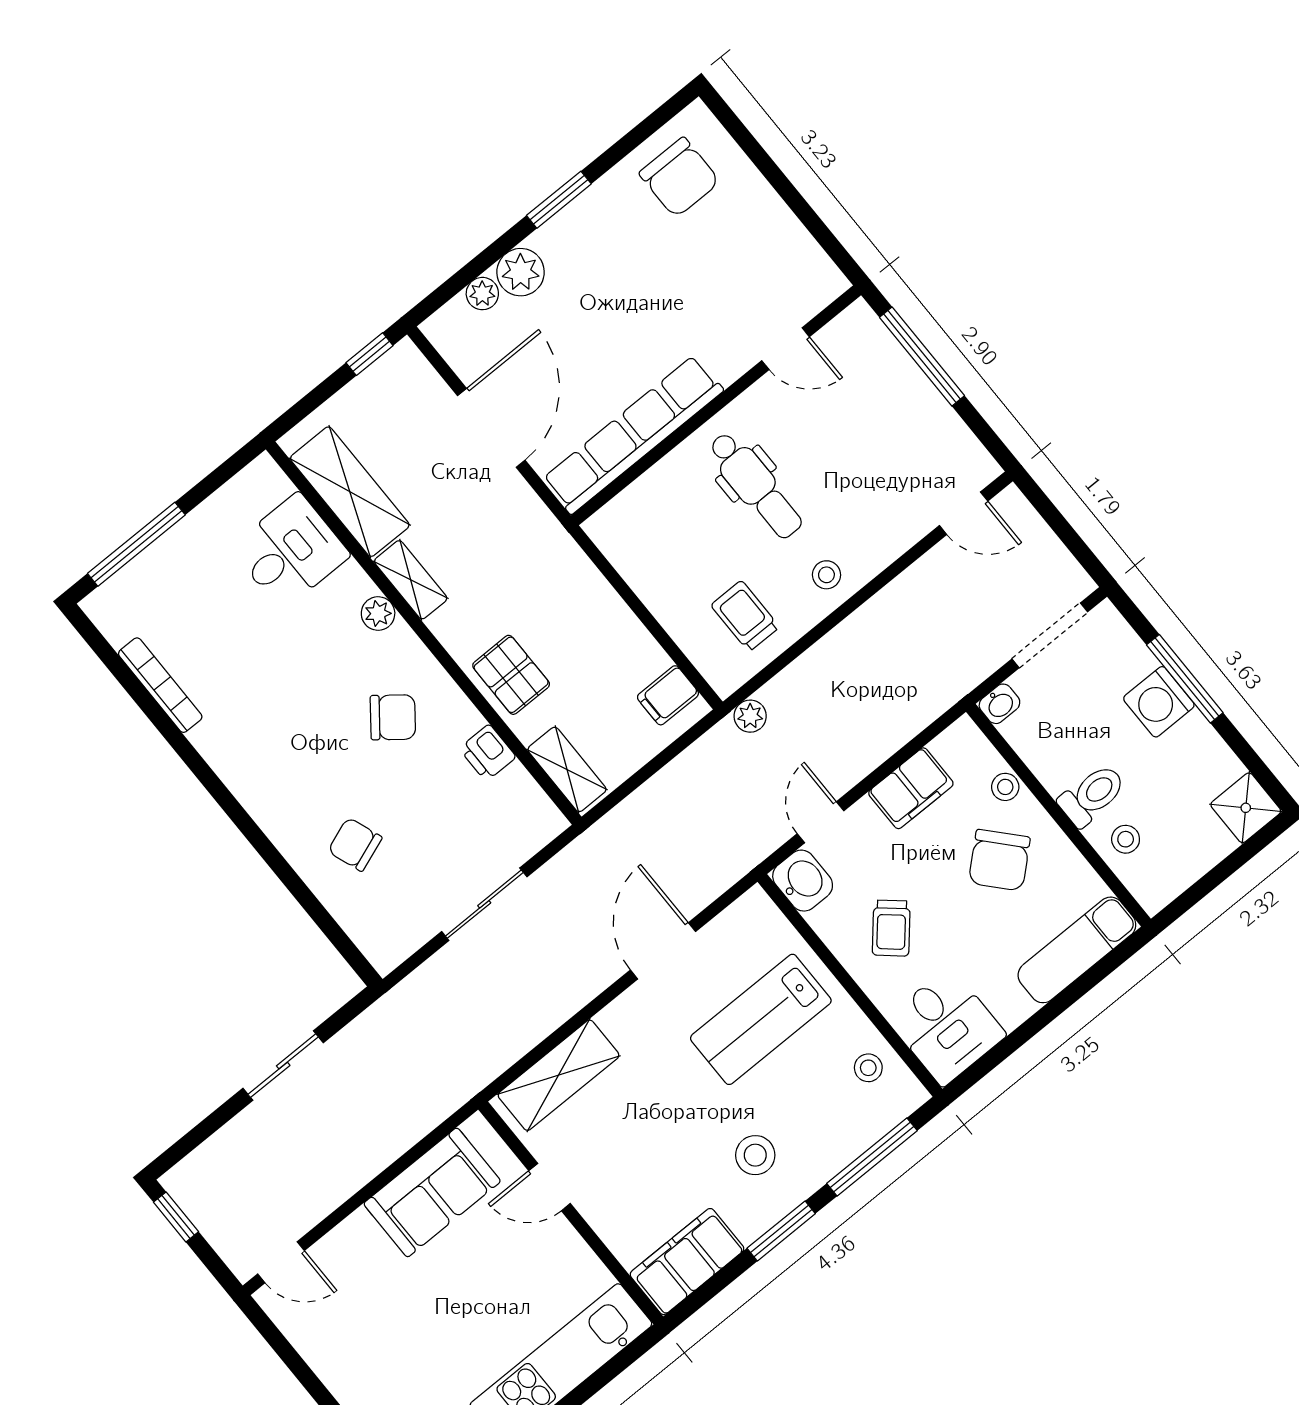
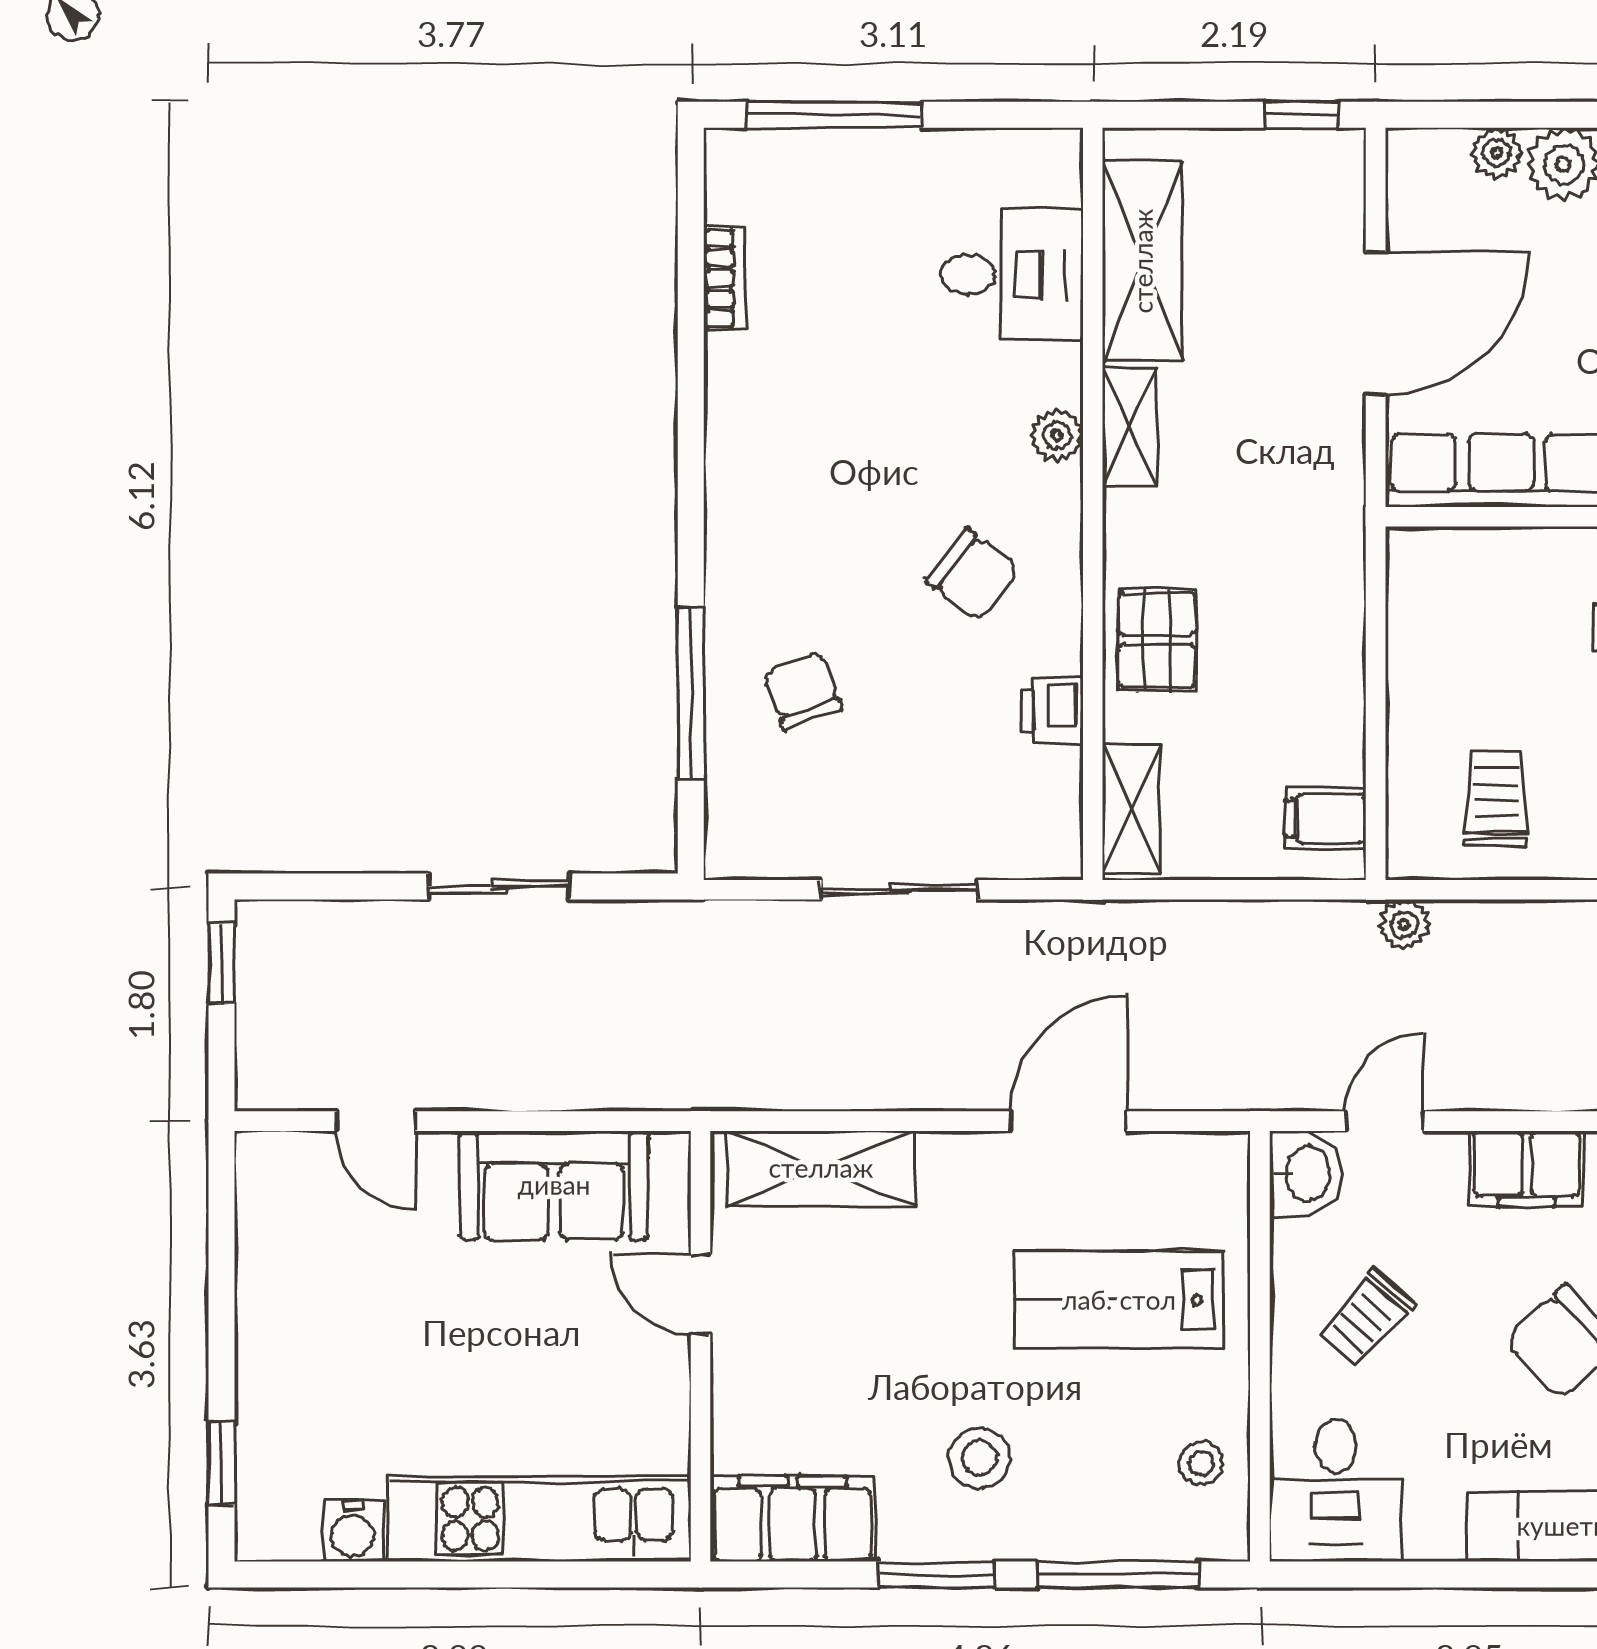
bookcase: (160, 685) -> (725, 279), width x0.64
window: (300, 891) -> (691, 693), added
door: (281, 1262) -> (376, 1121), moved

